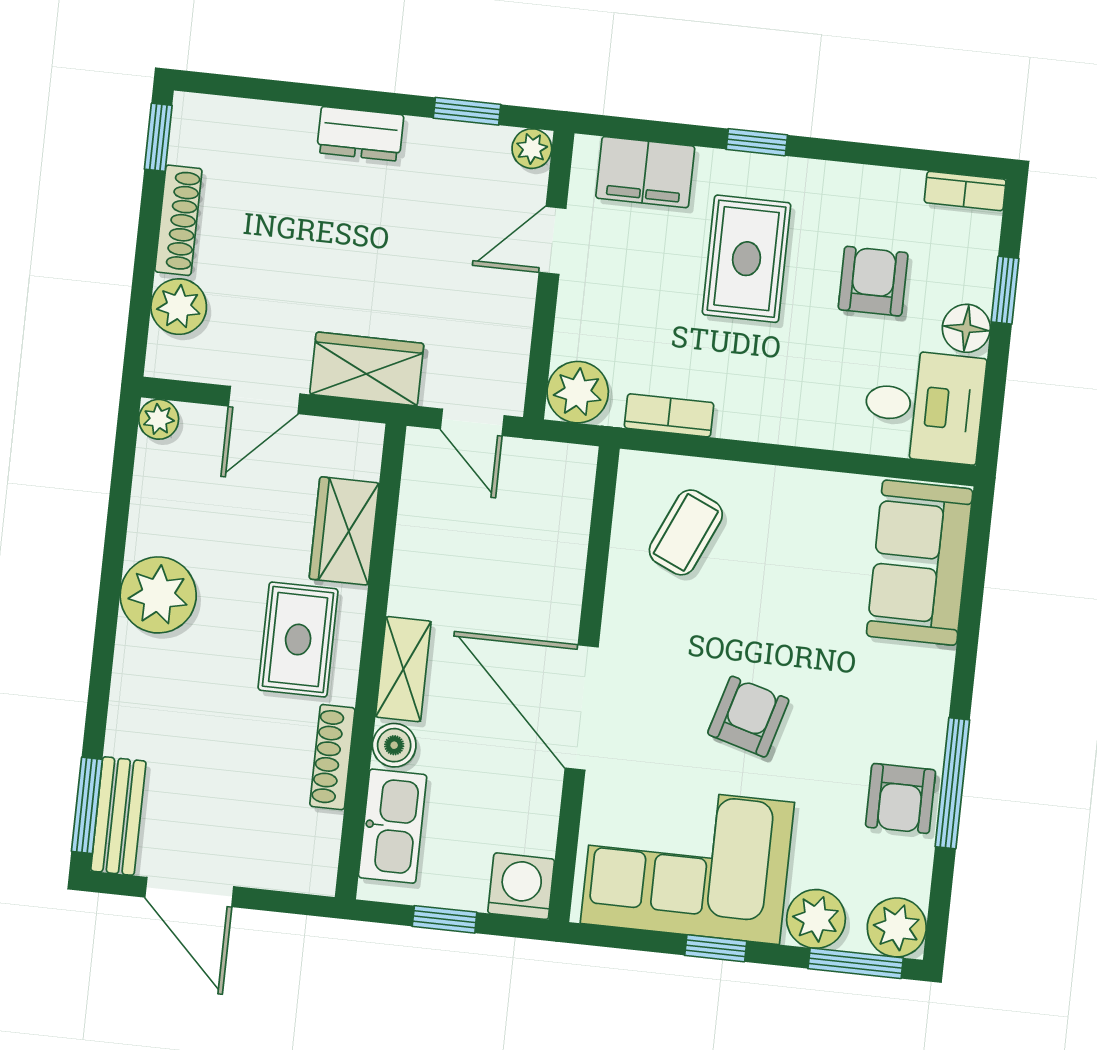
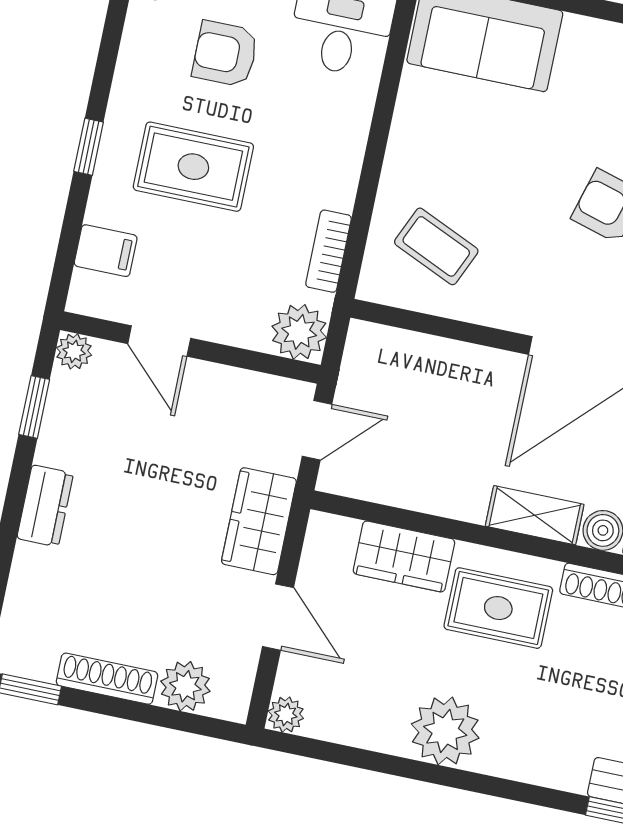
filing cabinet: (645, 172) -> (106, 251), width x0.50

